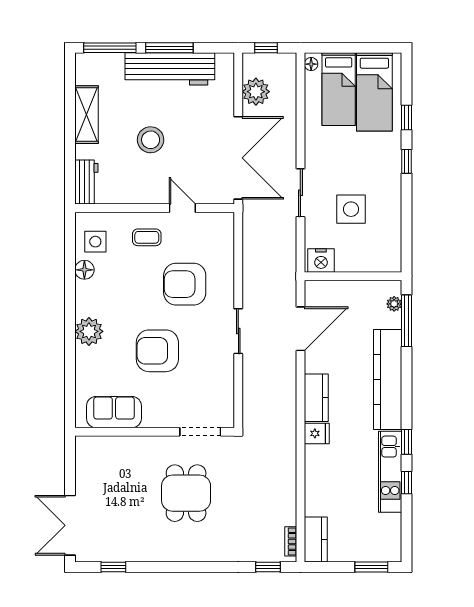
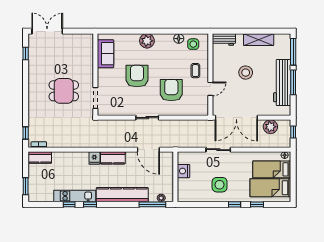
side table: (351, 209) -> (220, 185), moved
nightstand: (321, 261) -> (183, 171), moved

